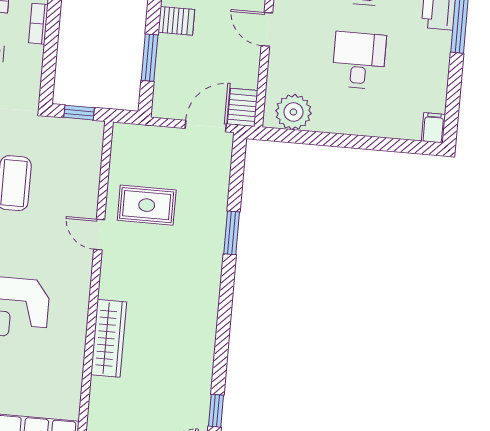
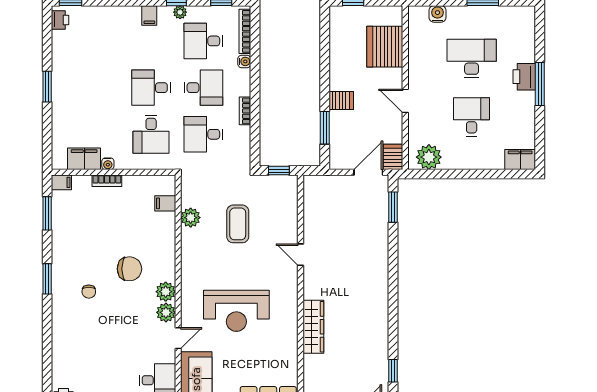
filing cabinet: (433, 128) -> (520, 160), width x2.00
rug: (147, 205) -> (332, 231), removed
window: (232, 233) -> (393, 207), moved

